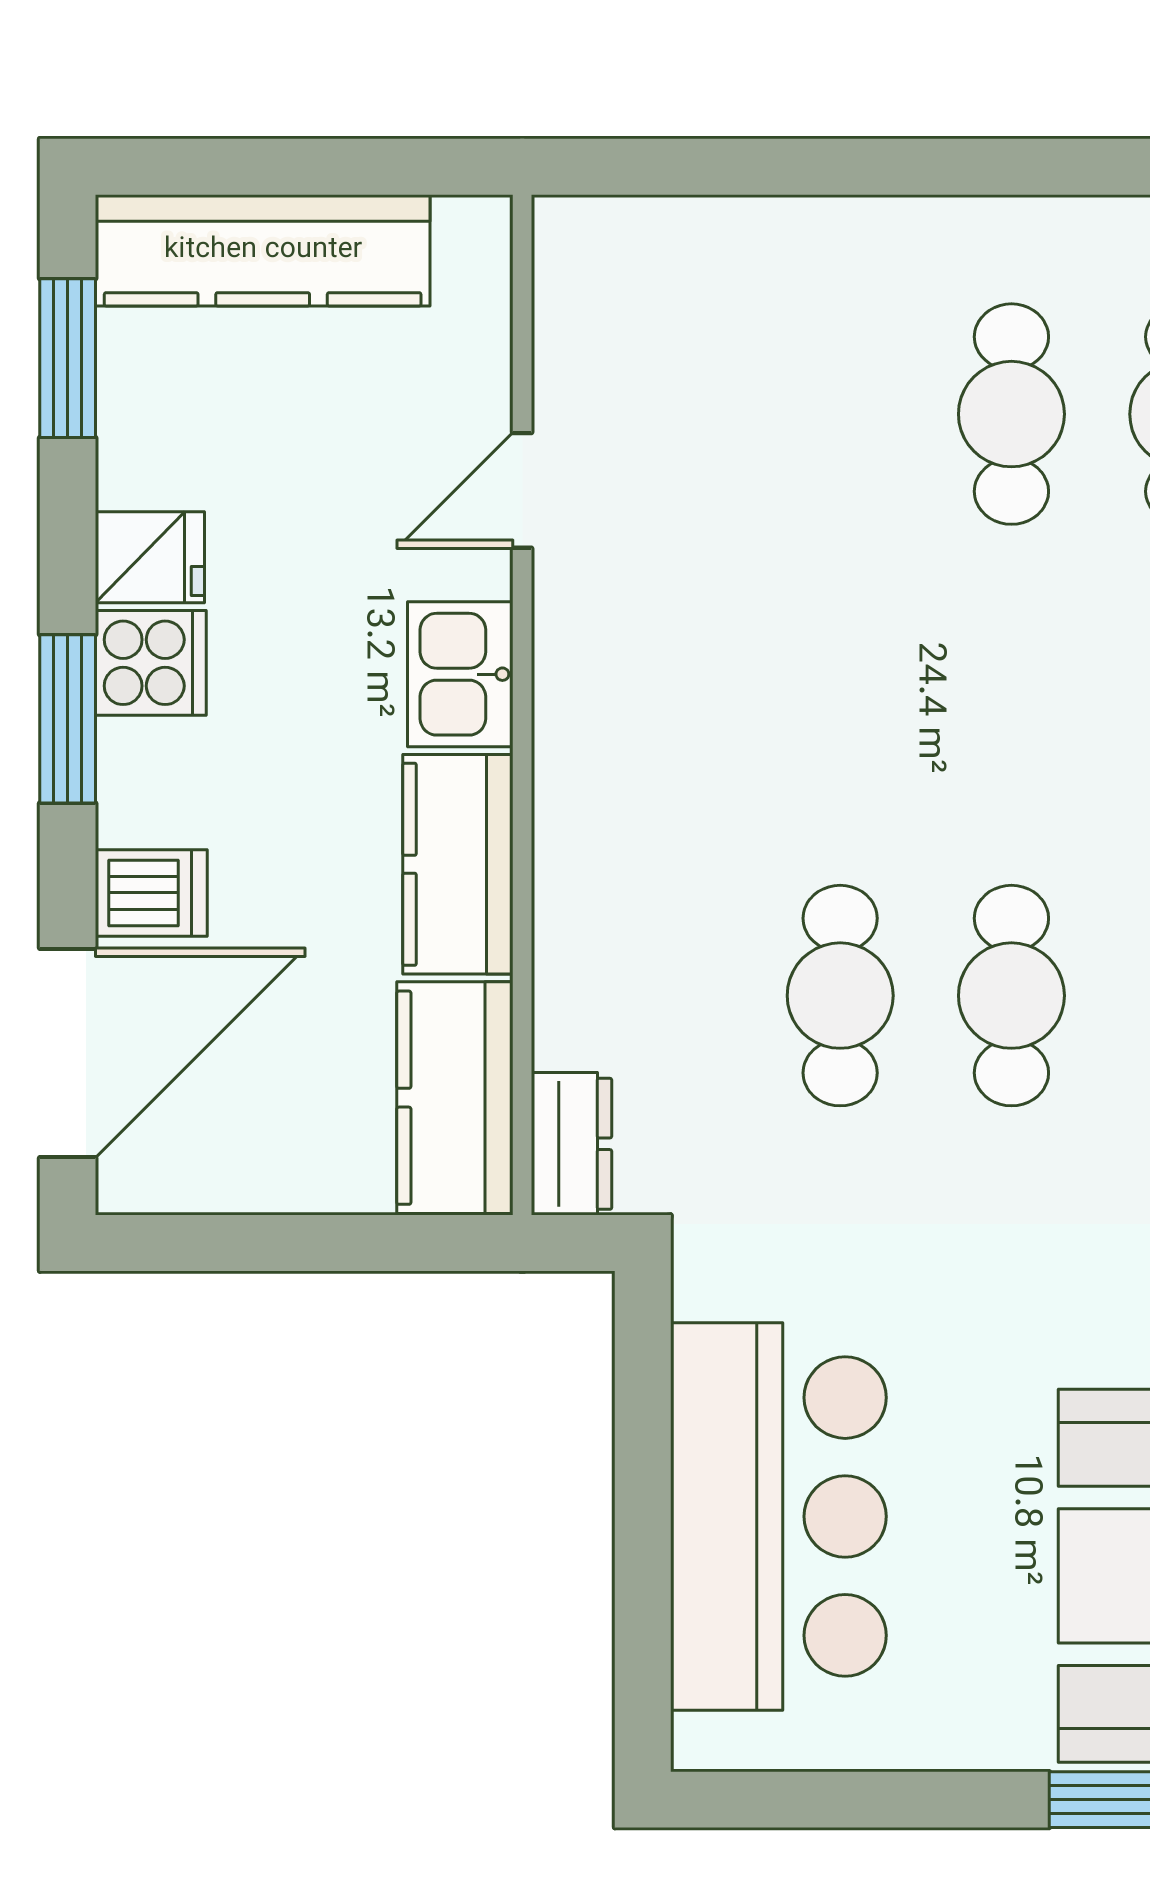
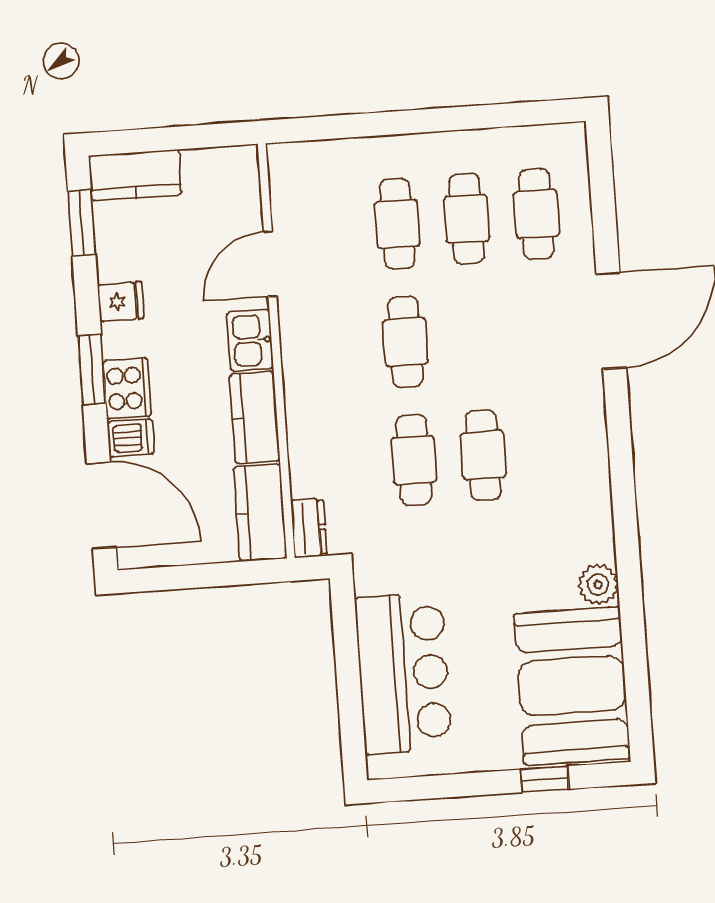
kitchen counter: (263, 250) -> (135, 175), width x0.67
cafe table: (840, 414) -> (397, 224), added
door: (522, 490) -> (270, 264), width x1.38
cooker: (151, 663) -> (127, 388), moved, width x1.36
cafe table: (840, 705) -> (405, 342), added
door: (68, 1053) -> (101, 505), hinge flipped

